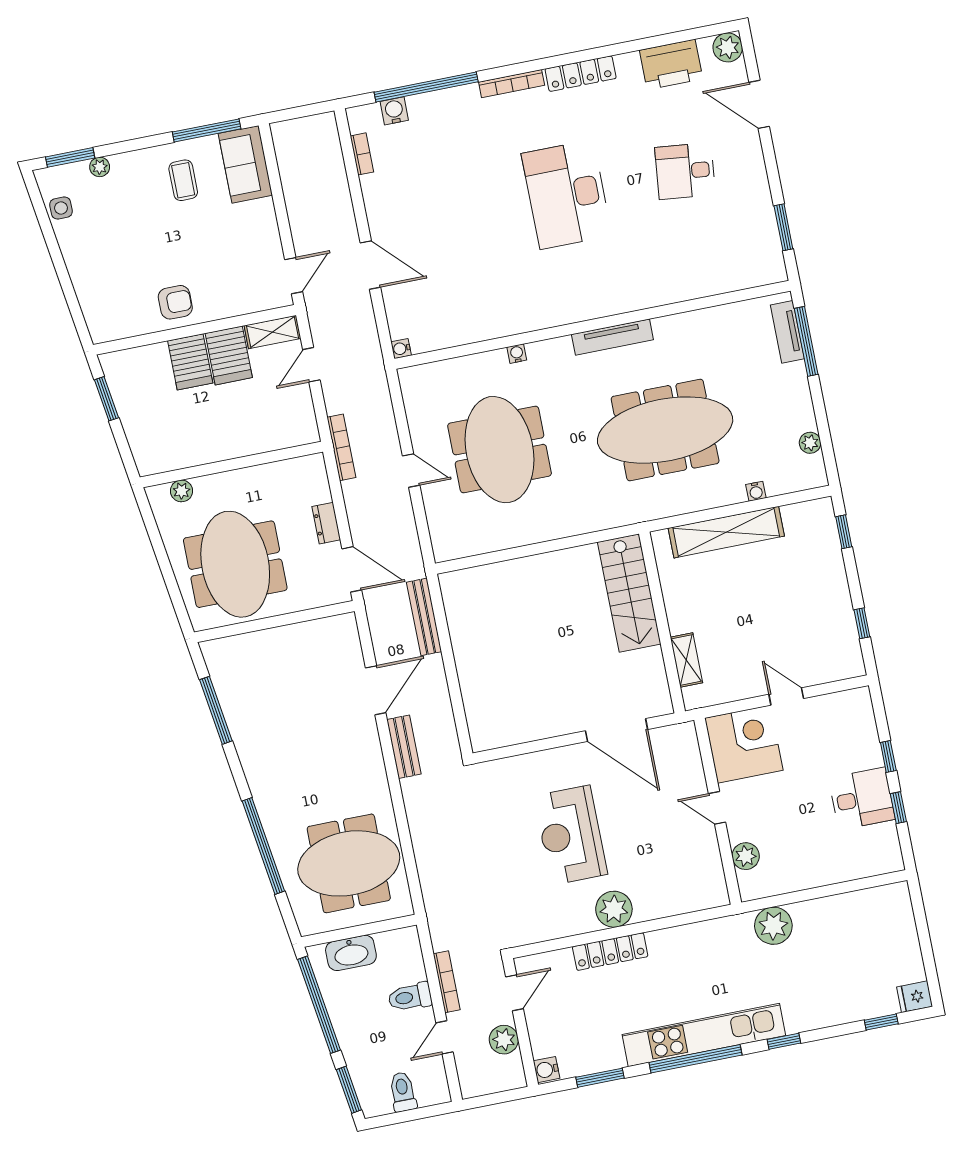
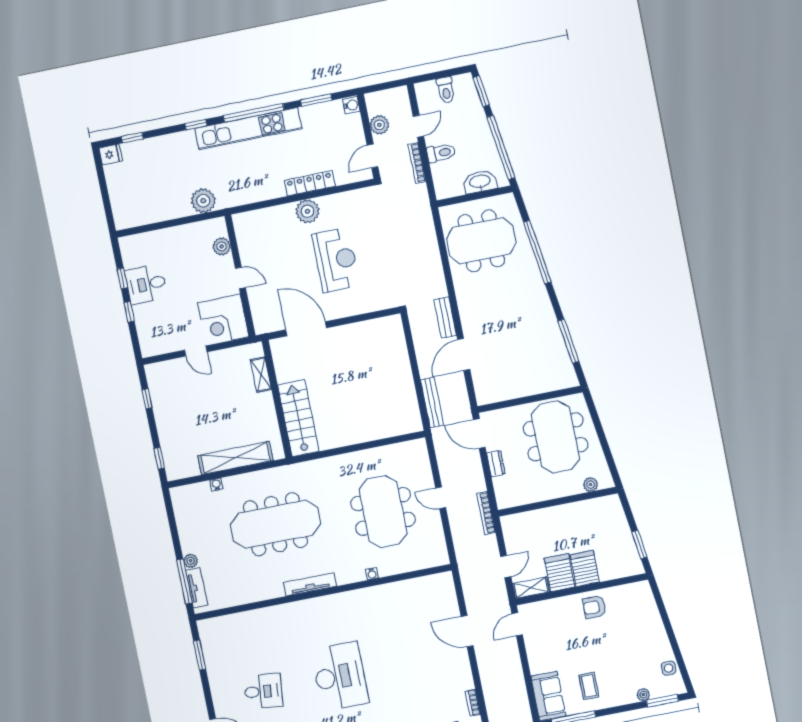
water cooler: (401, 349) -> (447, 577), removed
plant: (810, 443) -> (191, 561), moved

